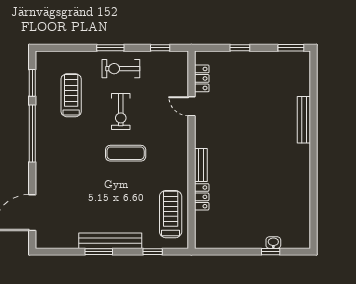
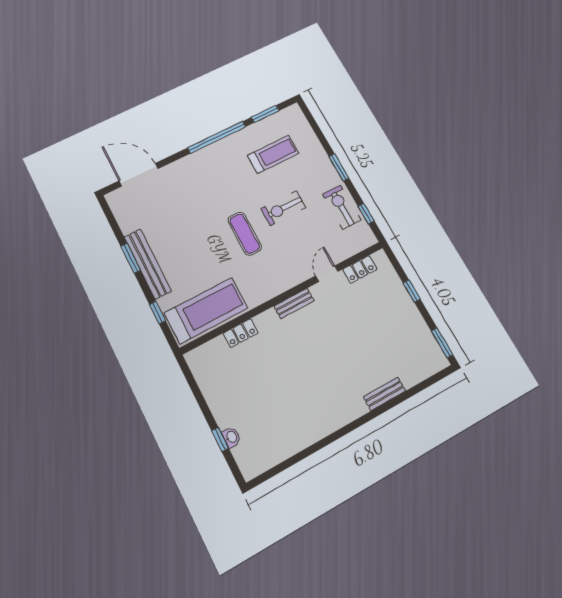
exercise bike: (121, 69) -> (342, 207), moved
bench: (304, 120) -> (385, 394), width x0.73
bench: (201, 165) -> (294, 303), moved
treadmill: (171, 214) -> (206, 310), width x1.37, depth x1.38

